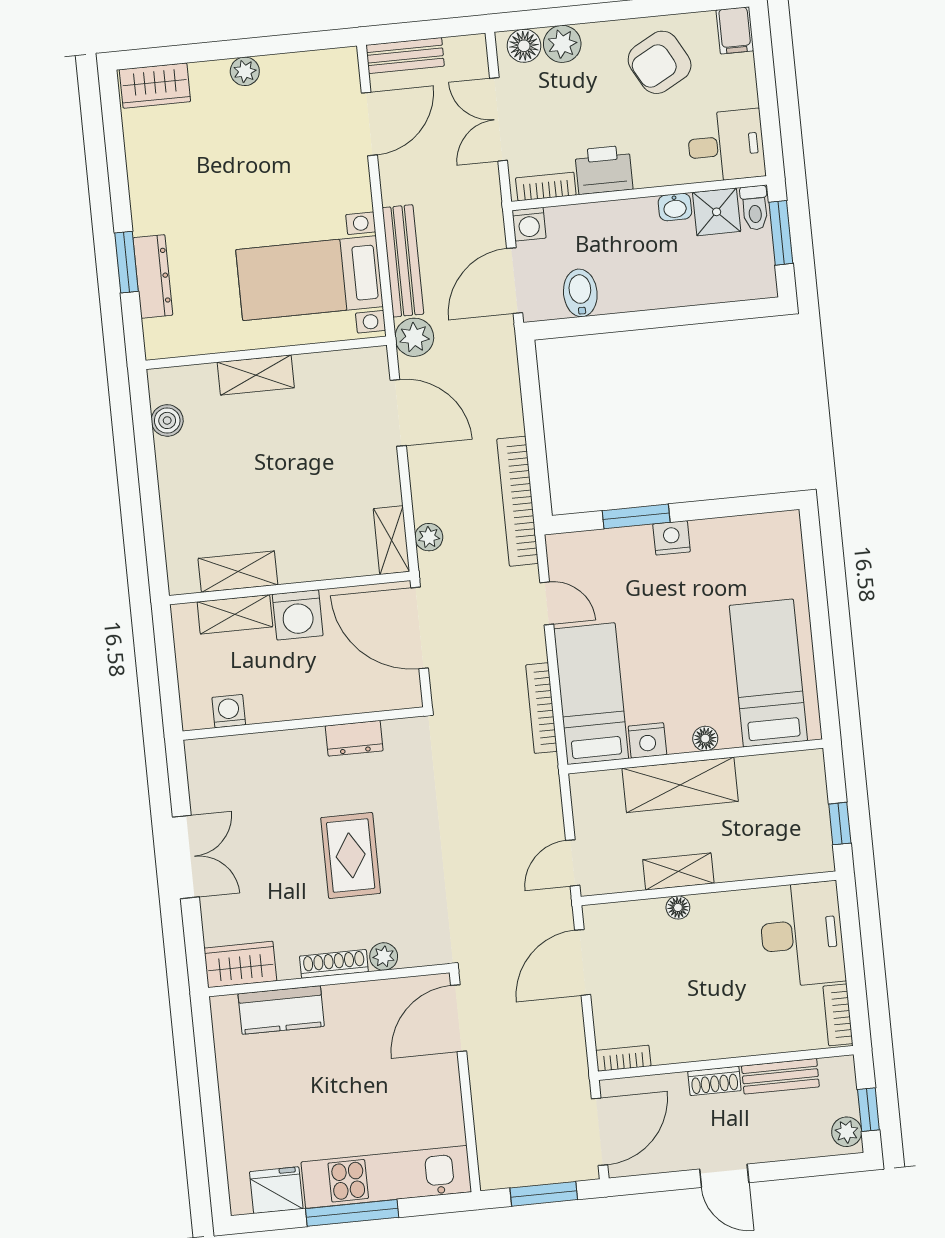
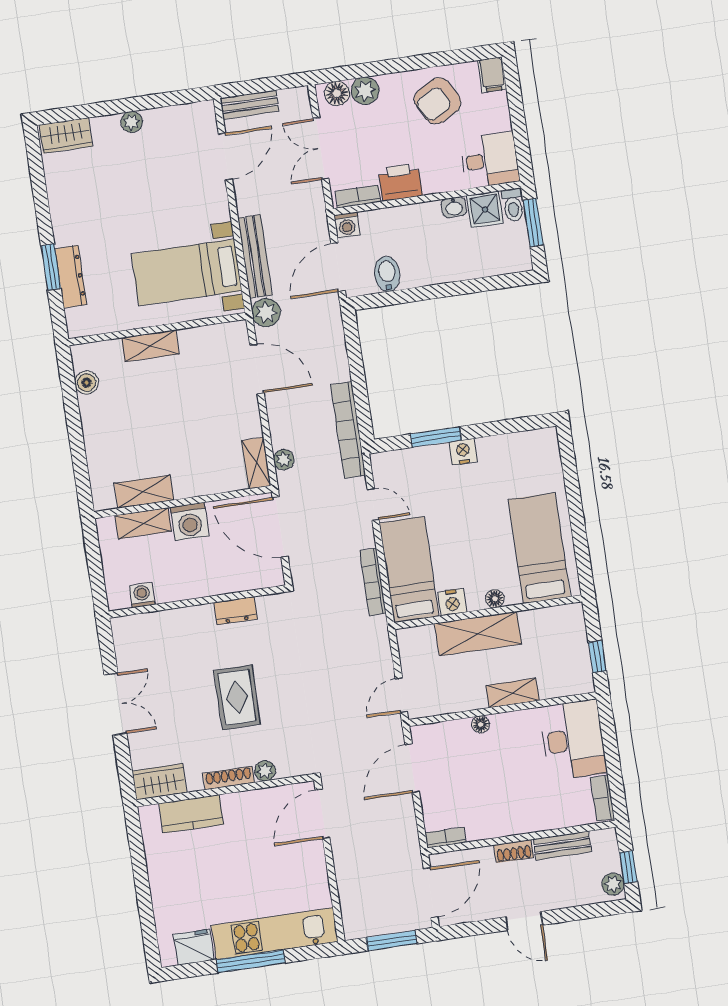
shelving: (678, 871) -> (513, 693), moved

